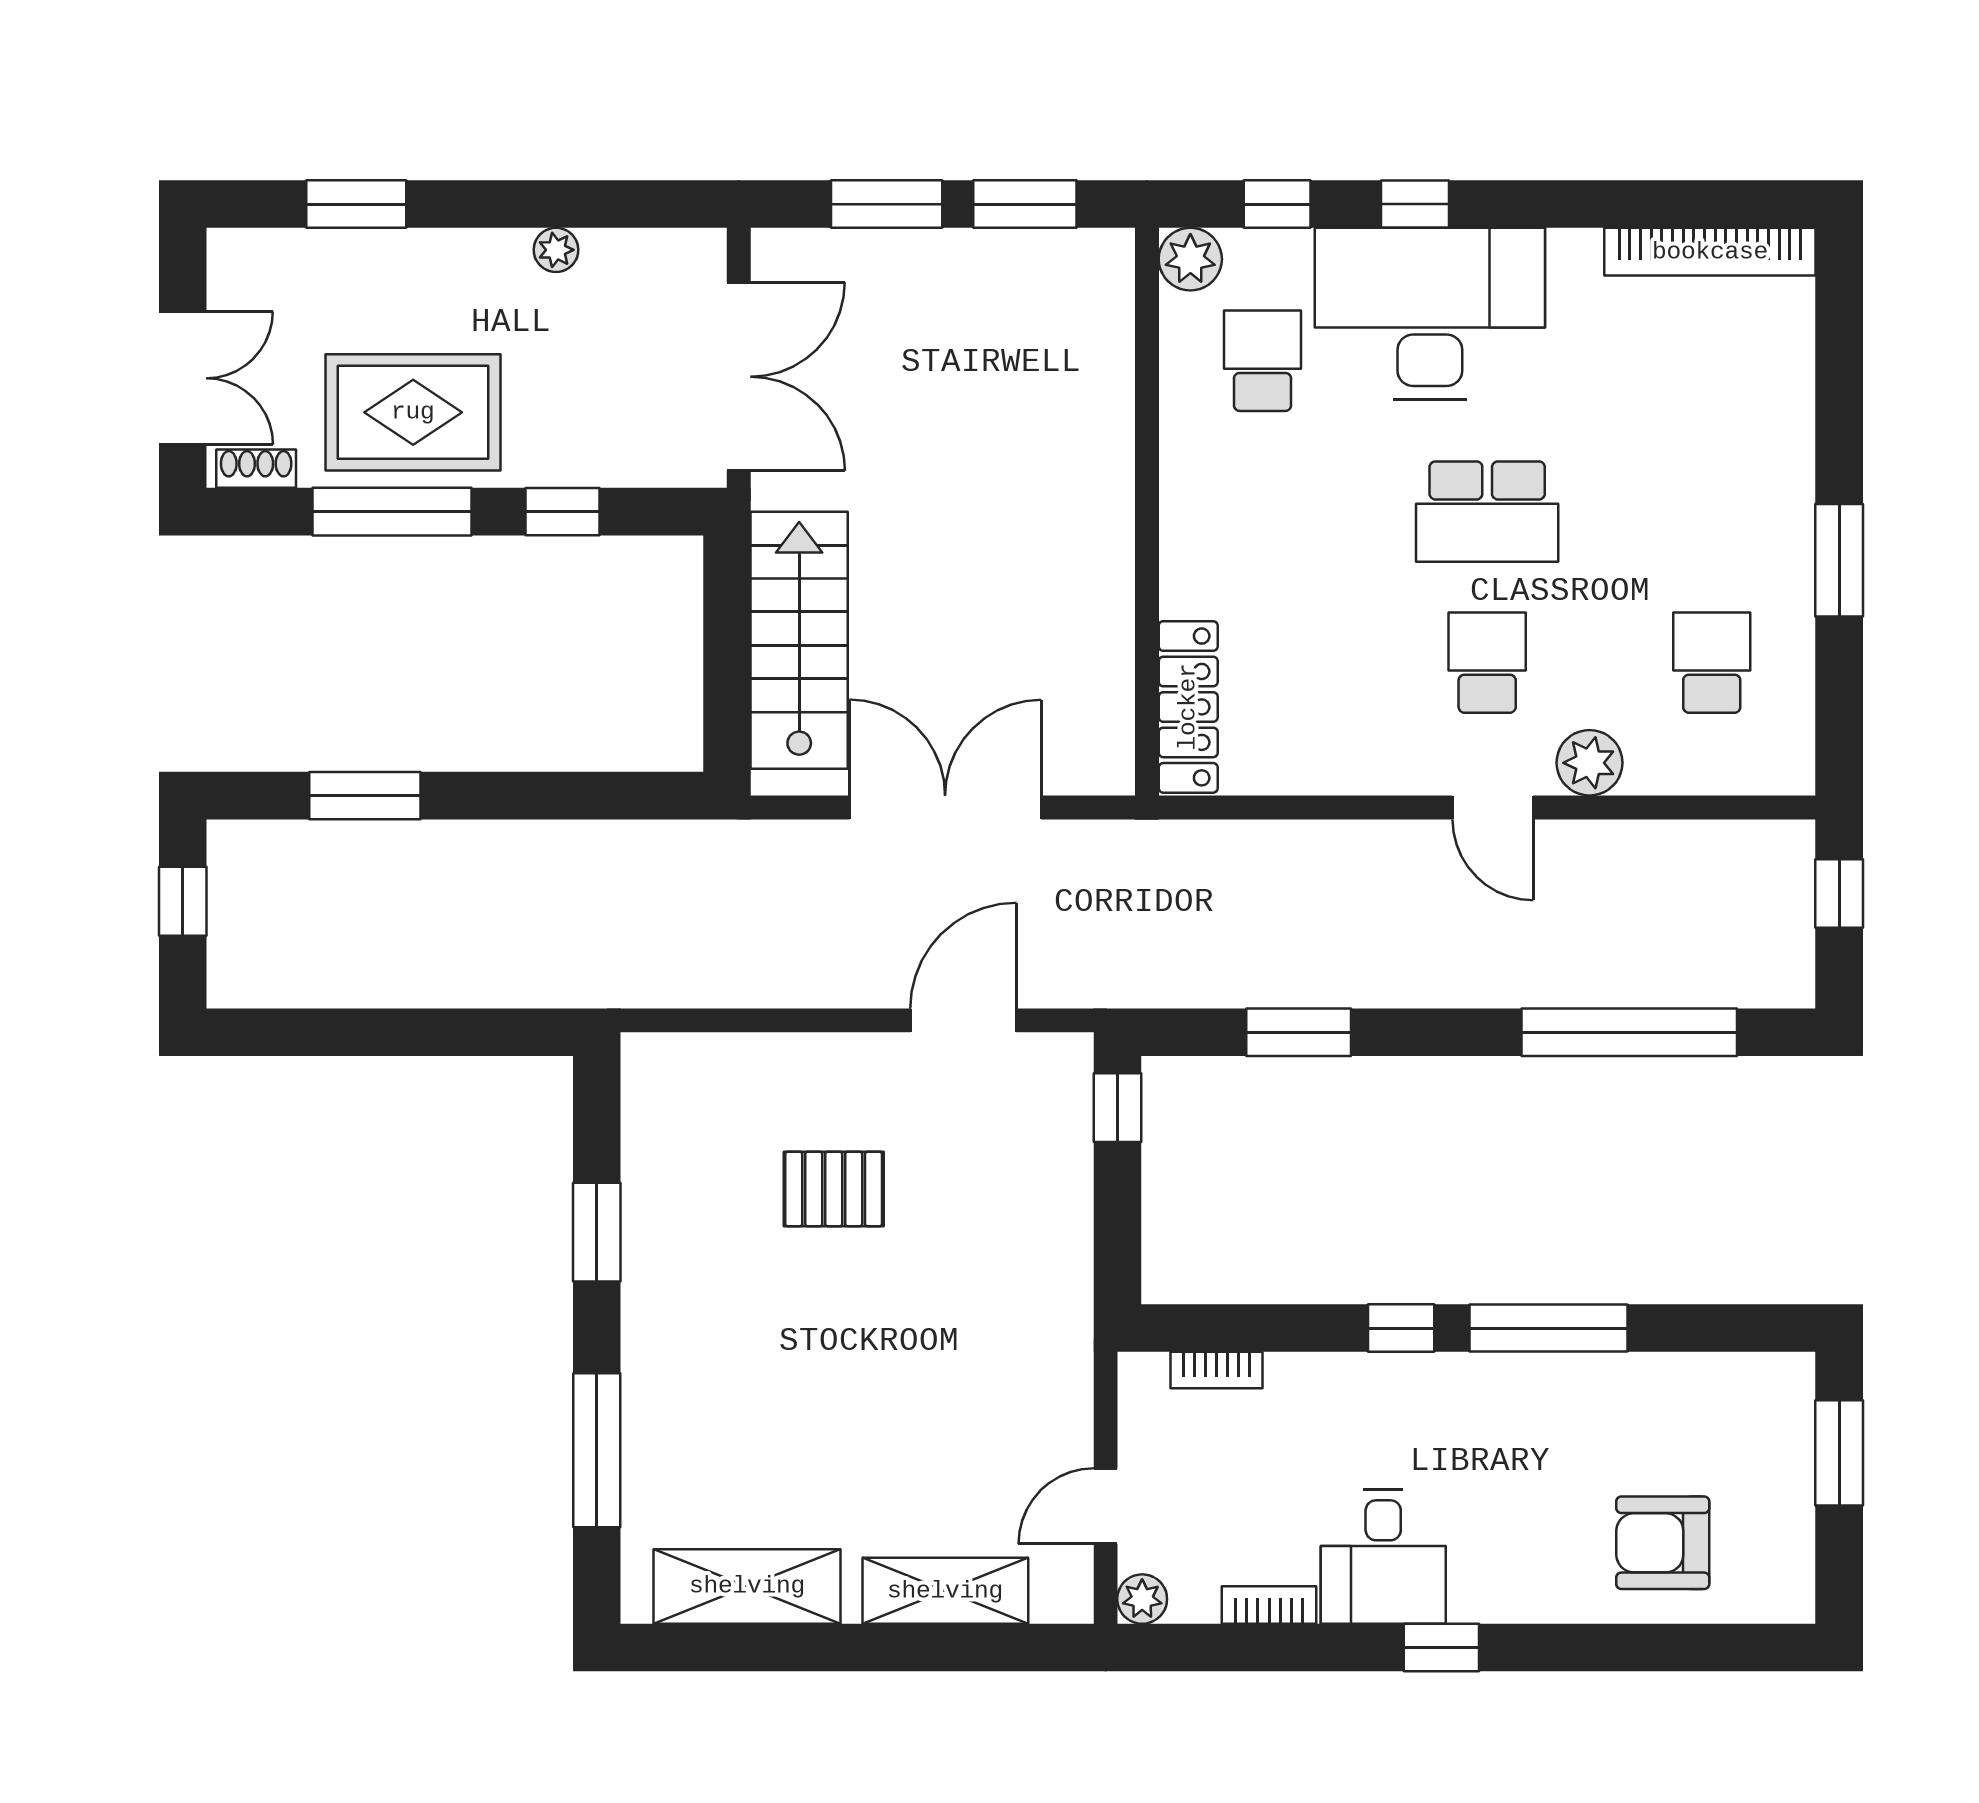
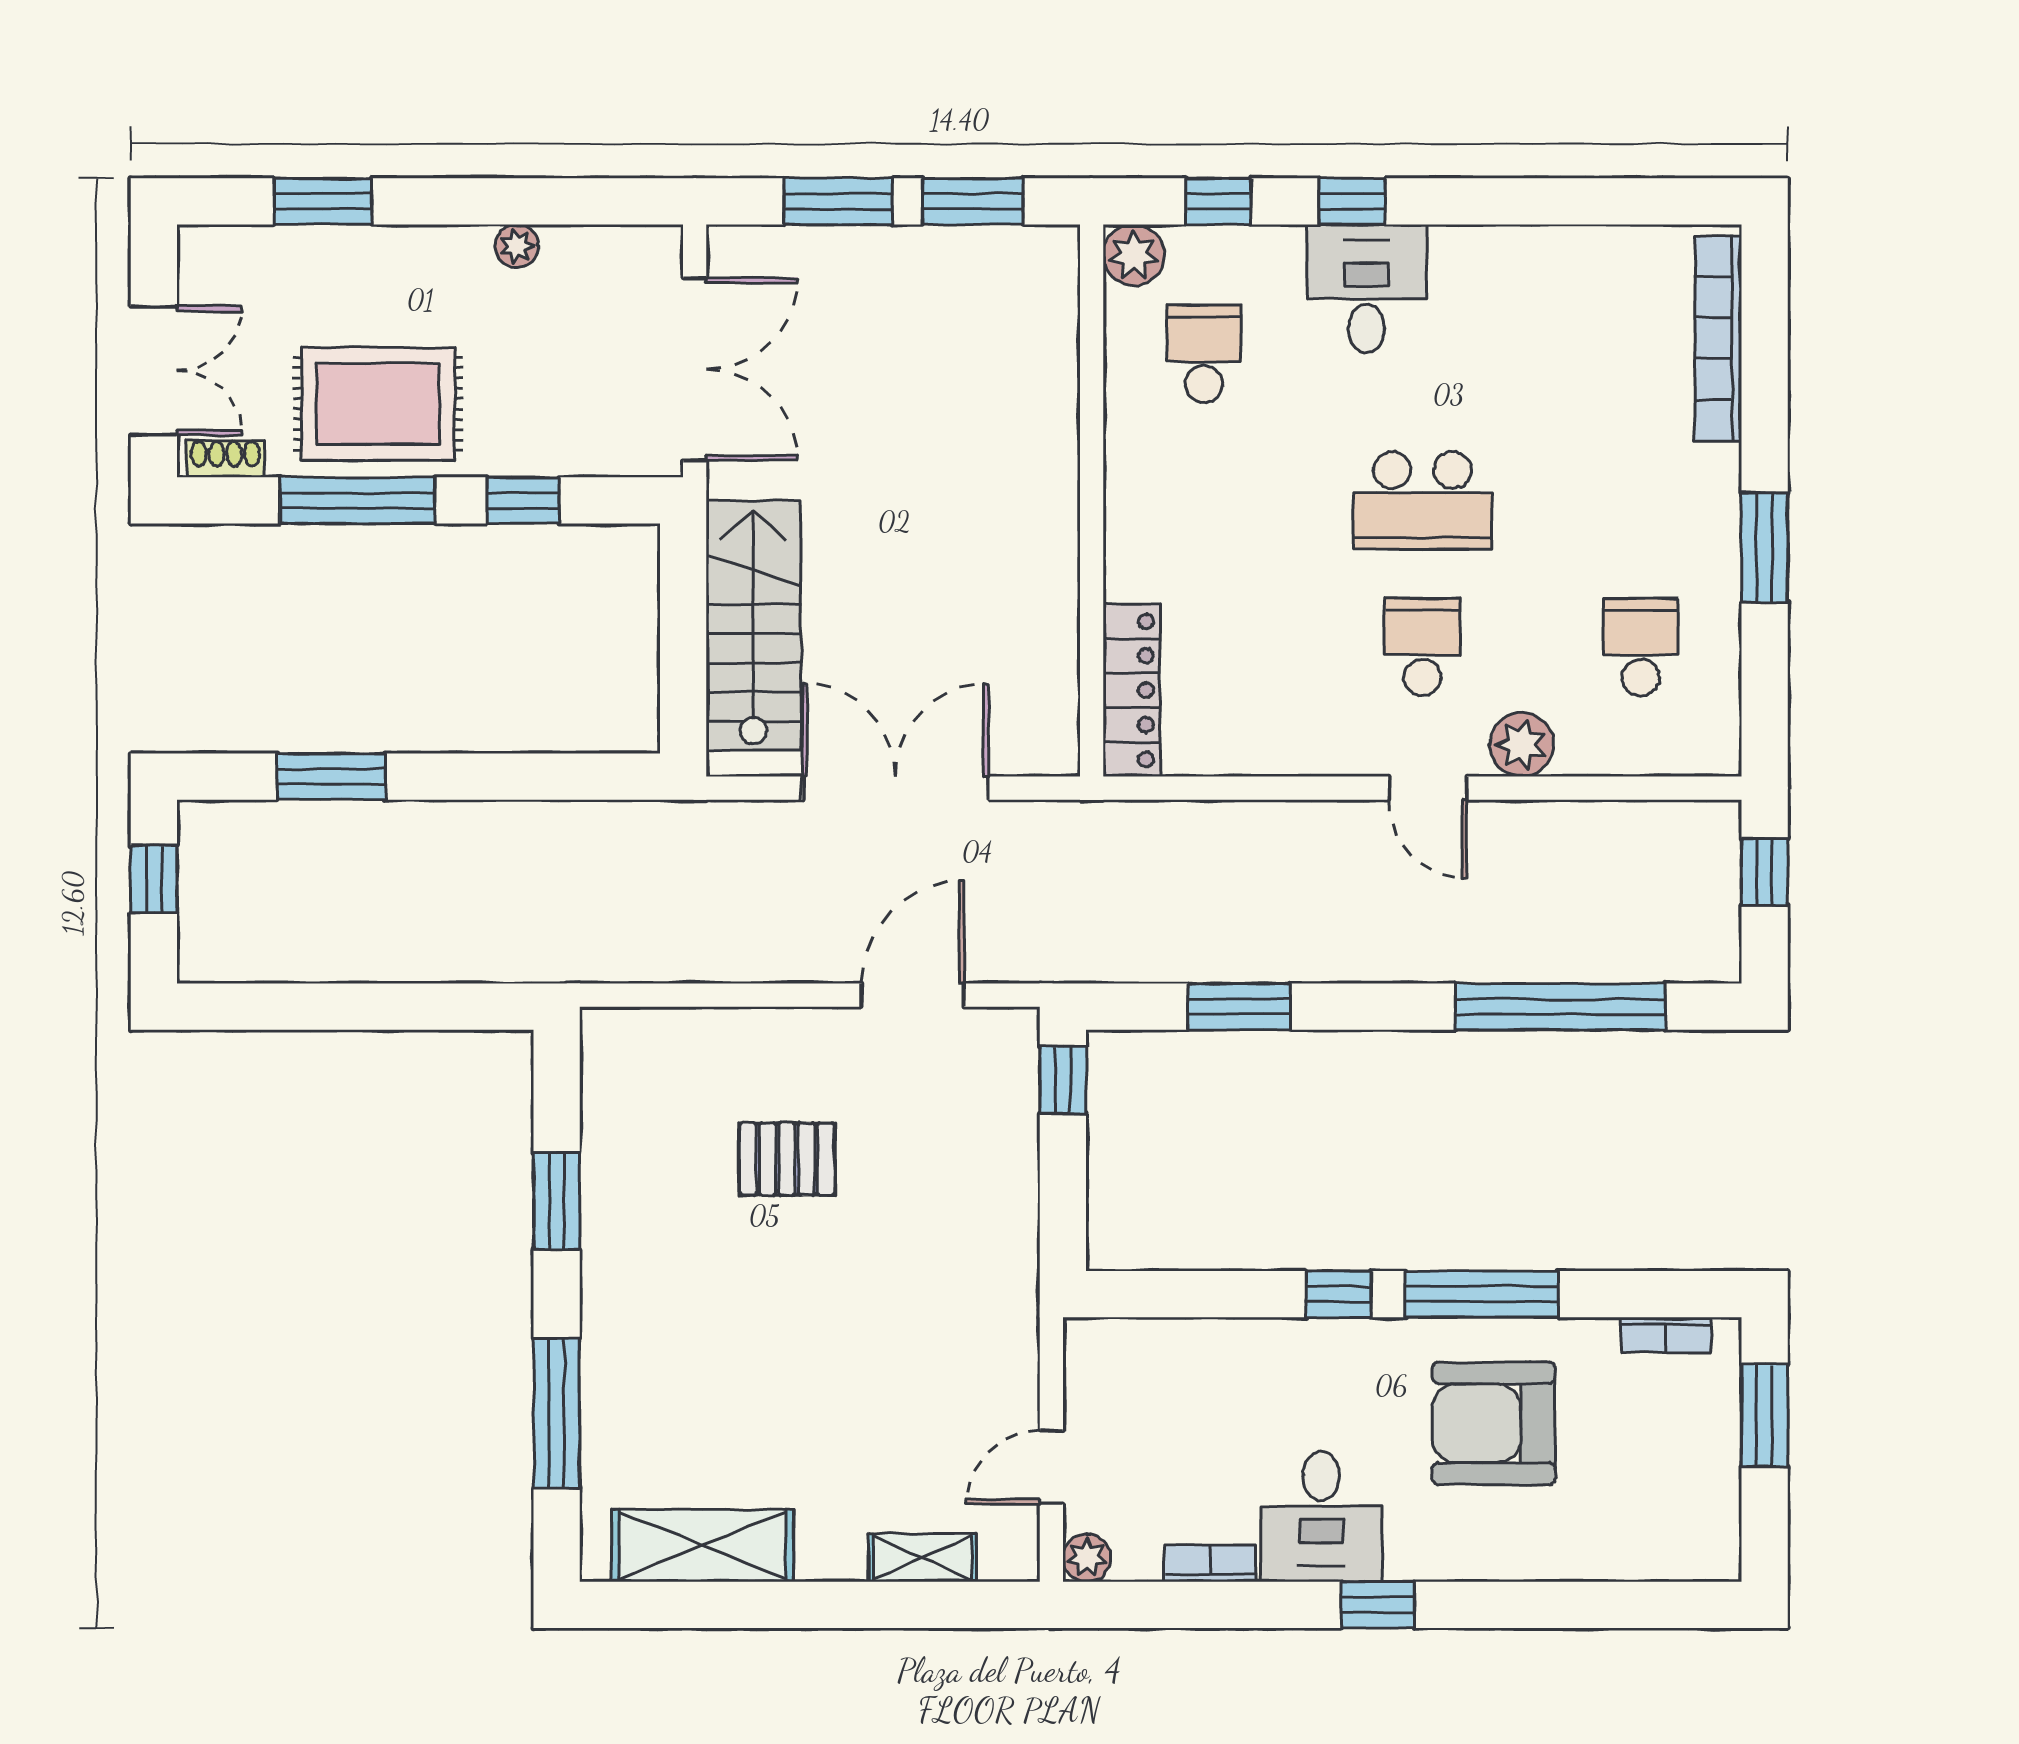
bookcase: (1710, 252) -> (1718, 338), moved, turned 90
desk: (1430, 314) -> (1367, 289), width x0.53, depth x0.77
bookcase: (1217, 1370) -> (1666, 1335), moved
armchair: (1663, 1543) -> (1494, 1423), moved, width x1.36, depth x1.36
shelving: (945, 1591) -> (922, 1558), width x0.67, depth x0.75

